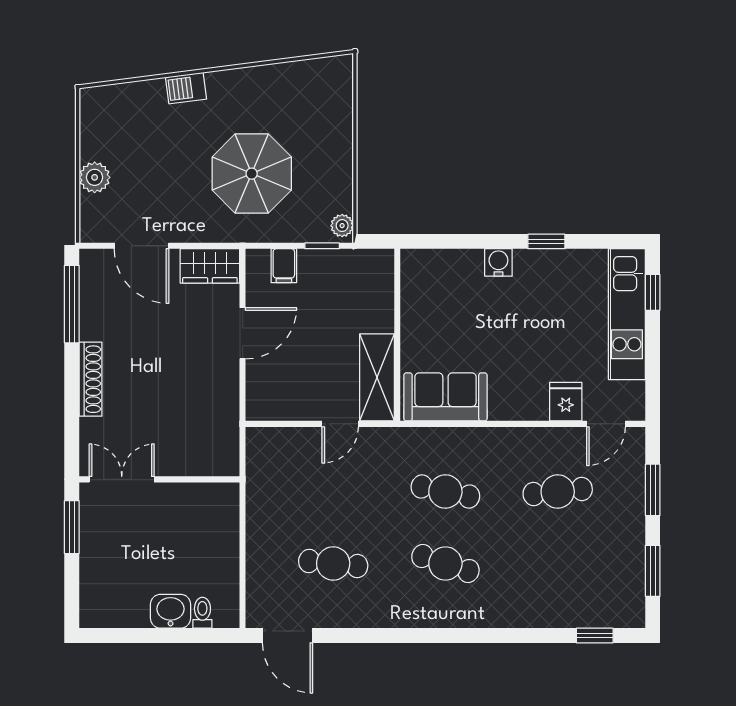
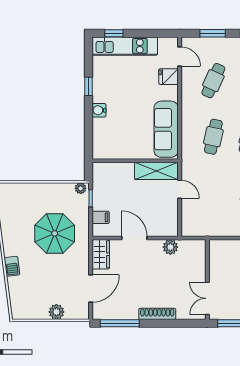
sofa: (445, 397) -> (166, 129), width x1.36
plant: (224, 405) -> (170, 247), added
cafe table: (558, 492) -> (213, 81), turned 30

